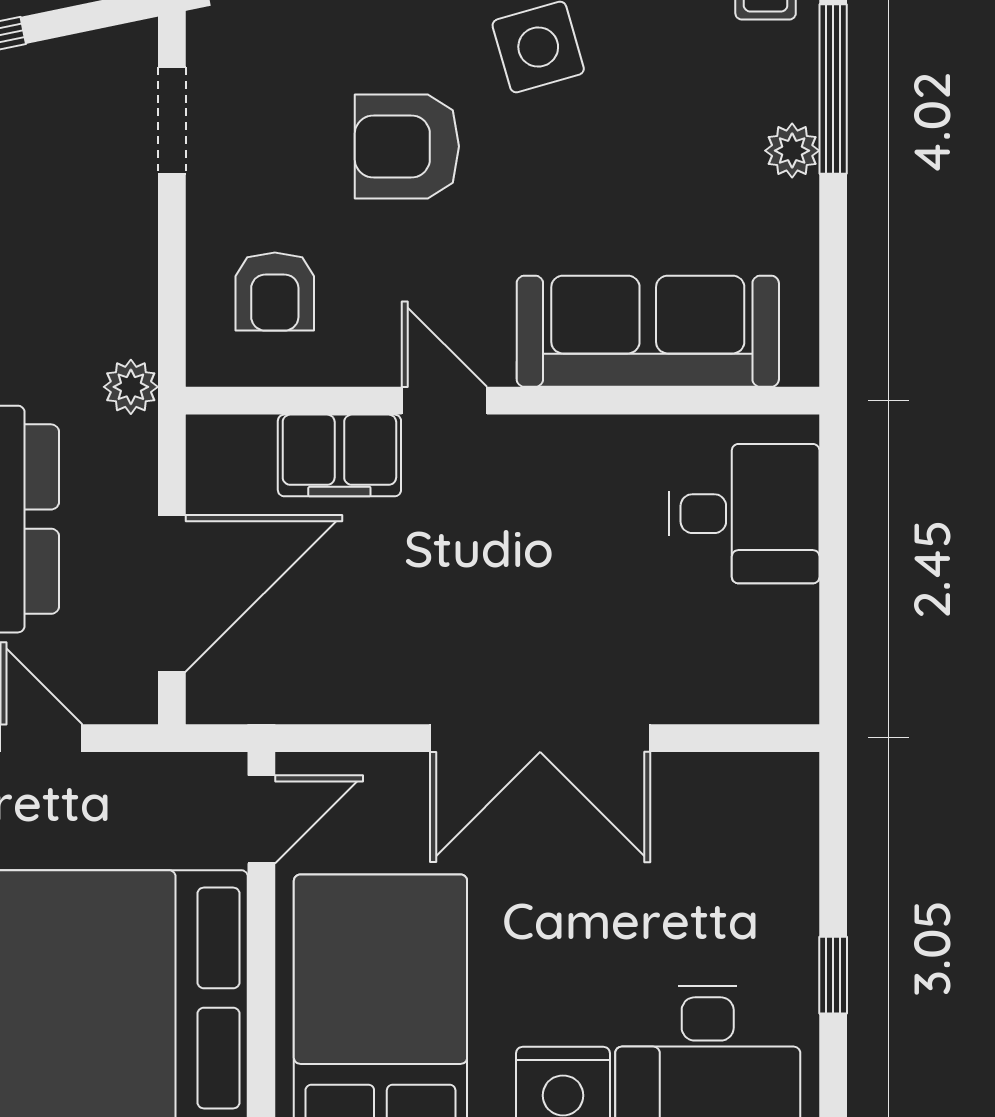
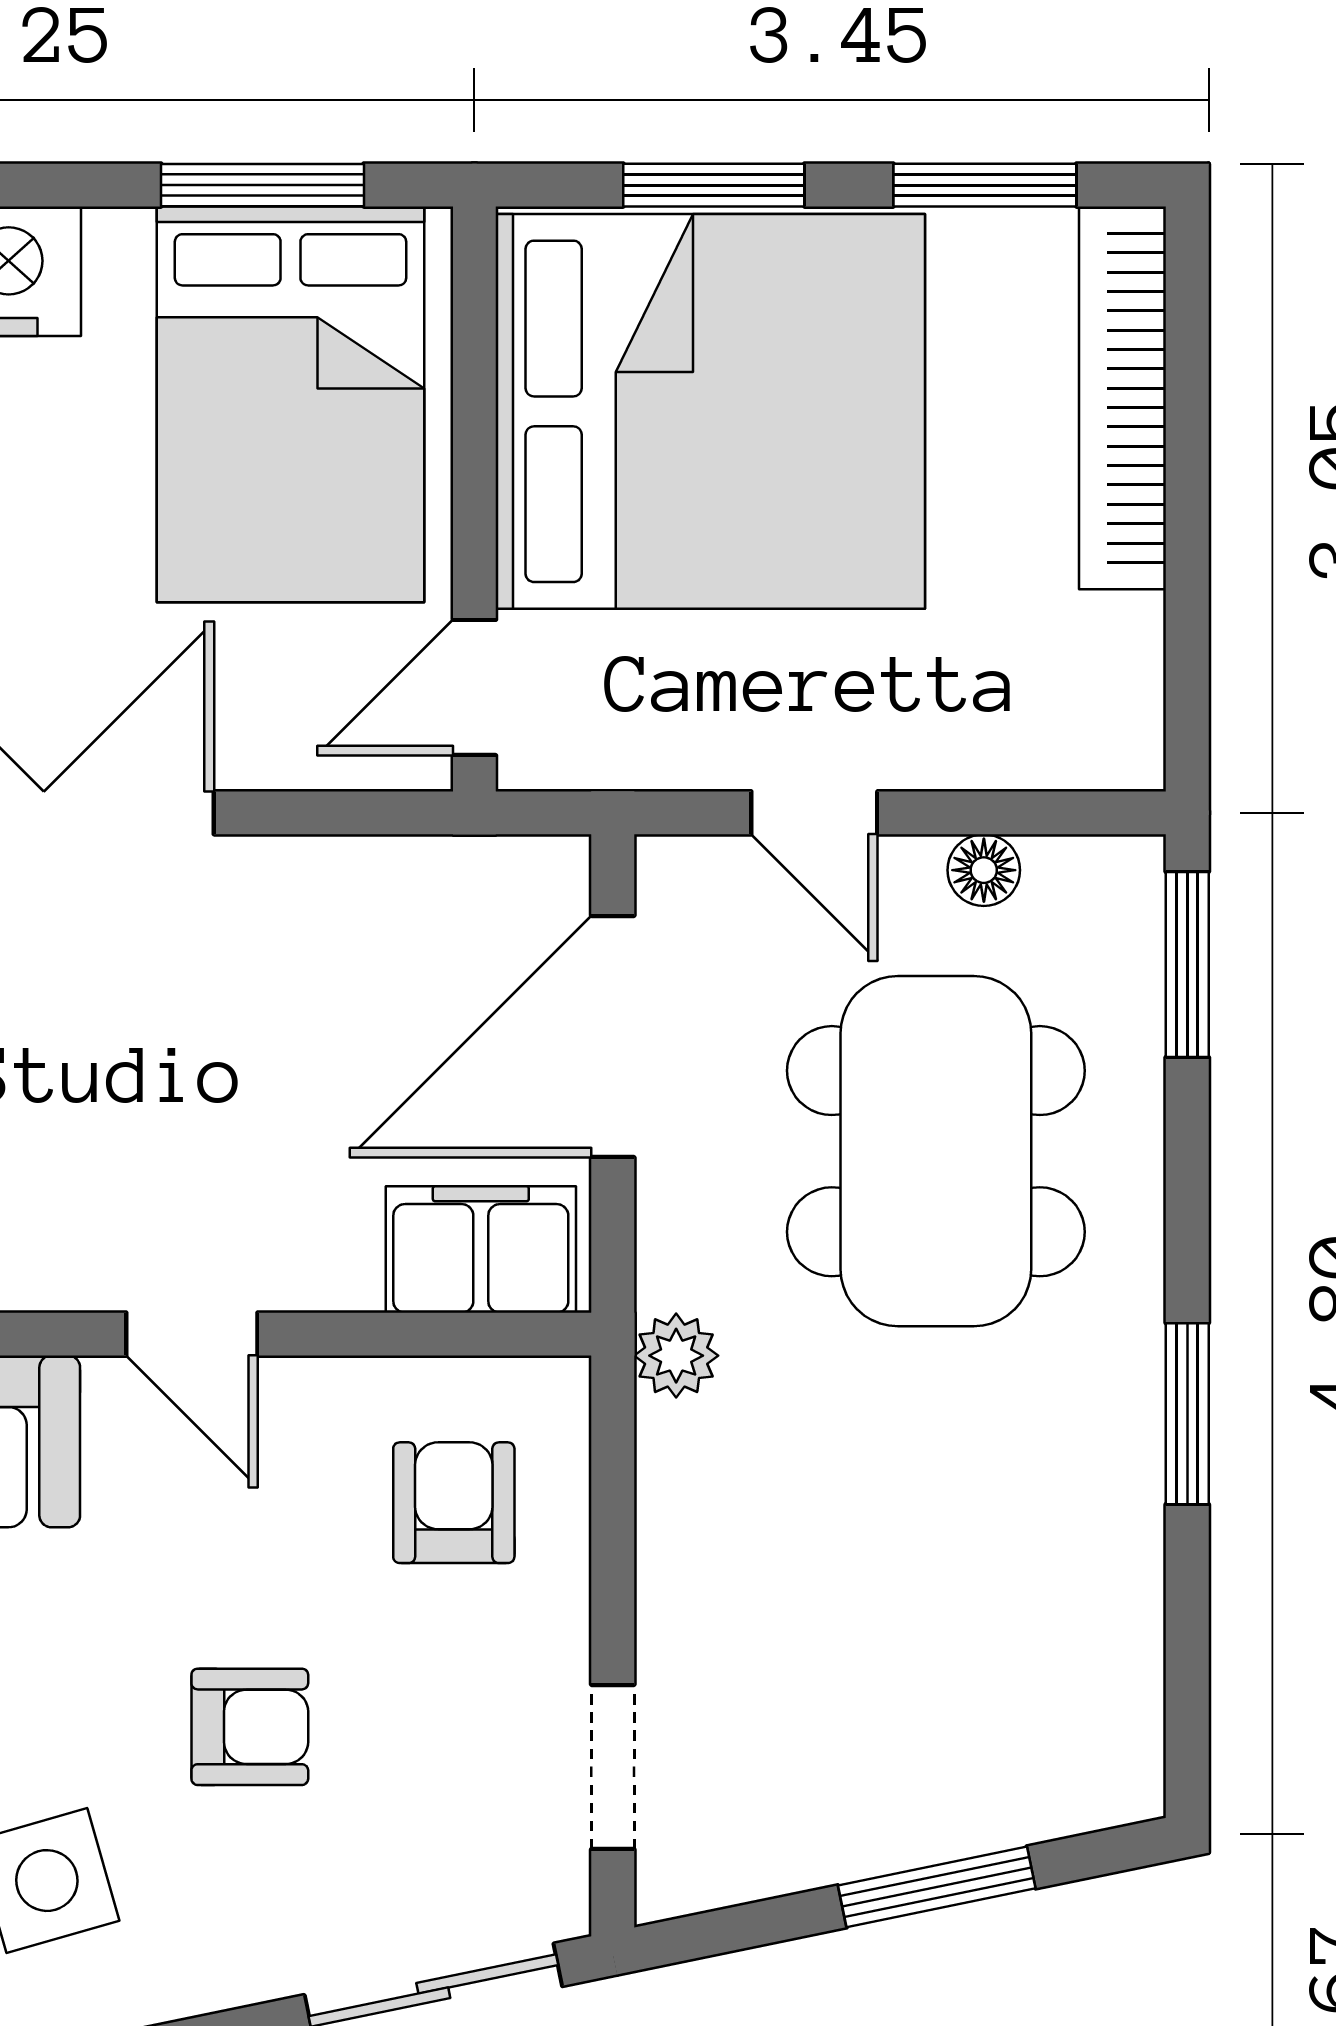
armchair: (407, 146) -> (250, 1727), width x0.72, depth x0.72
filing cabinet: (339, 455) -> (481, 1250), moved

